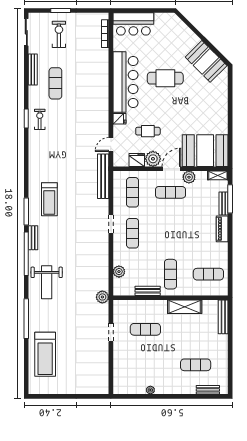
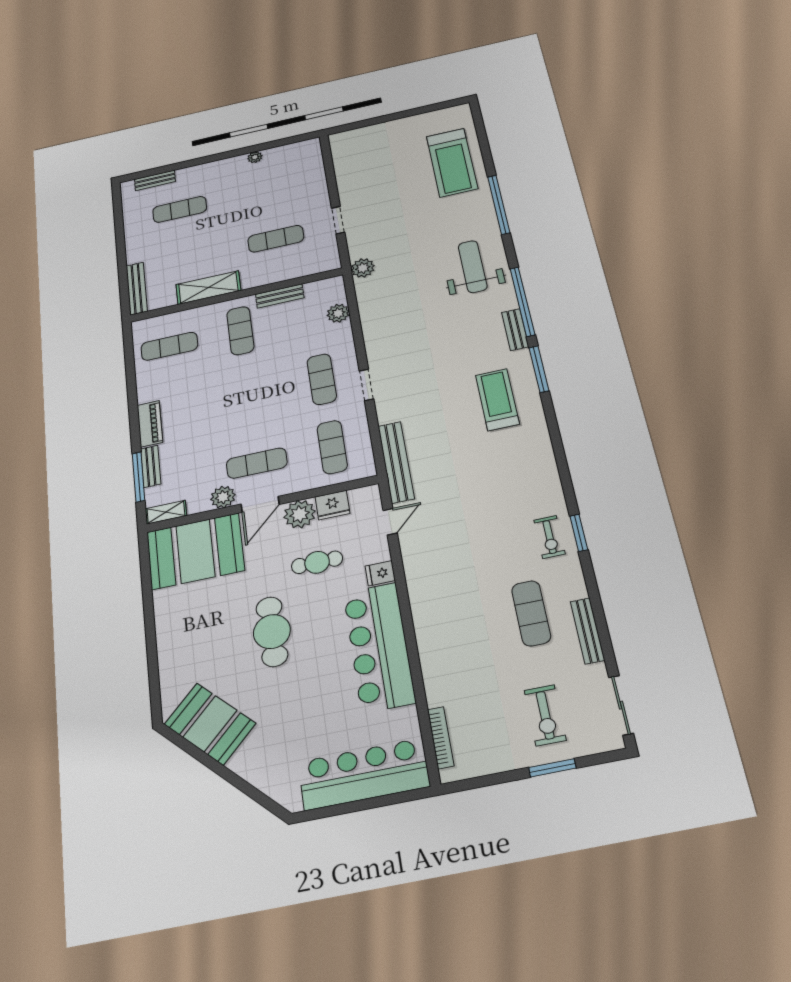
bar counter: (133, 24) -> (364, 774), width x1.36
cafe table: (165, 78) -> (272, 632), moved, turned 90
treadmill: (45, 354) -> (452, 162), turned 180

